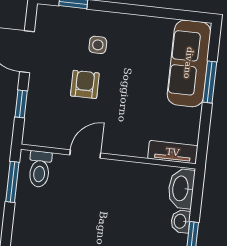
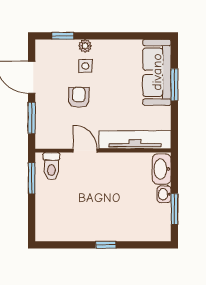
plant: (100, 19) -> (85, 46), added
window: (21, 104) -> (32, 118), width x1.50
tv unit: (173, 152) -> (135, 140), width x1.92, depth x1.29
door: (85, 154) -> (85, 151), hinge flipped

